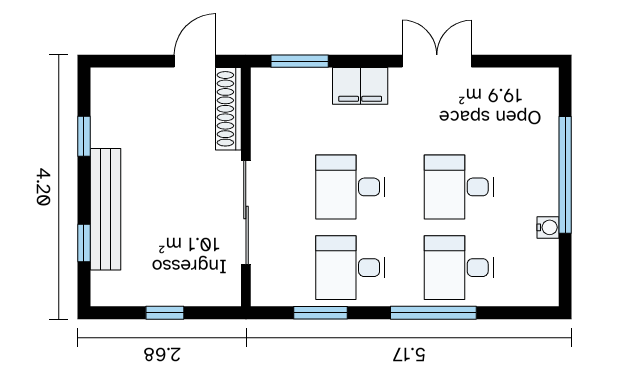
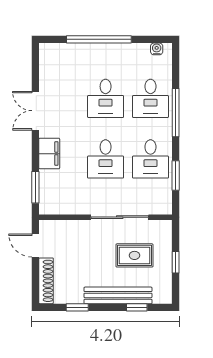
shoe rack: (228, 109) -> (46, 281), moved, turned -90
water cooler: (548, 227) -> (157, 49), moved
rug: (177, 239) -> (134, 255), added

